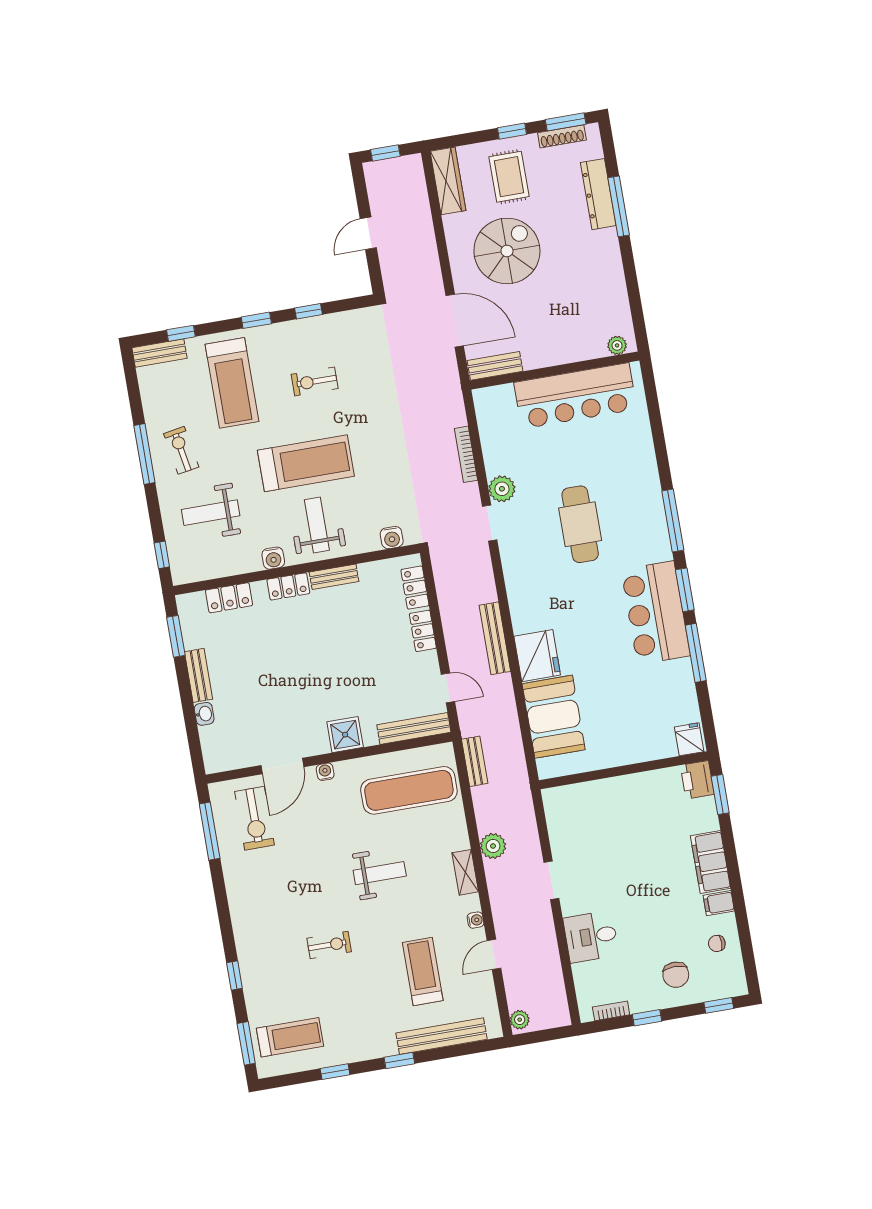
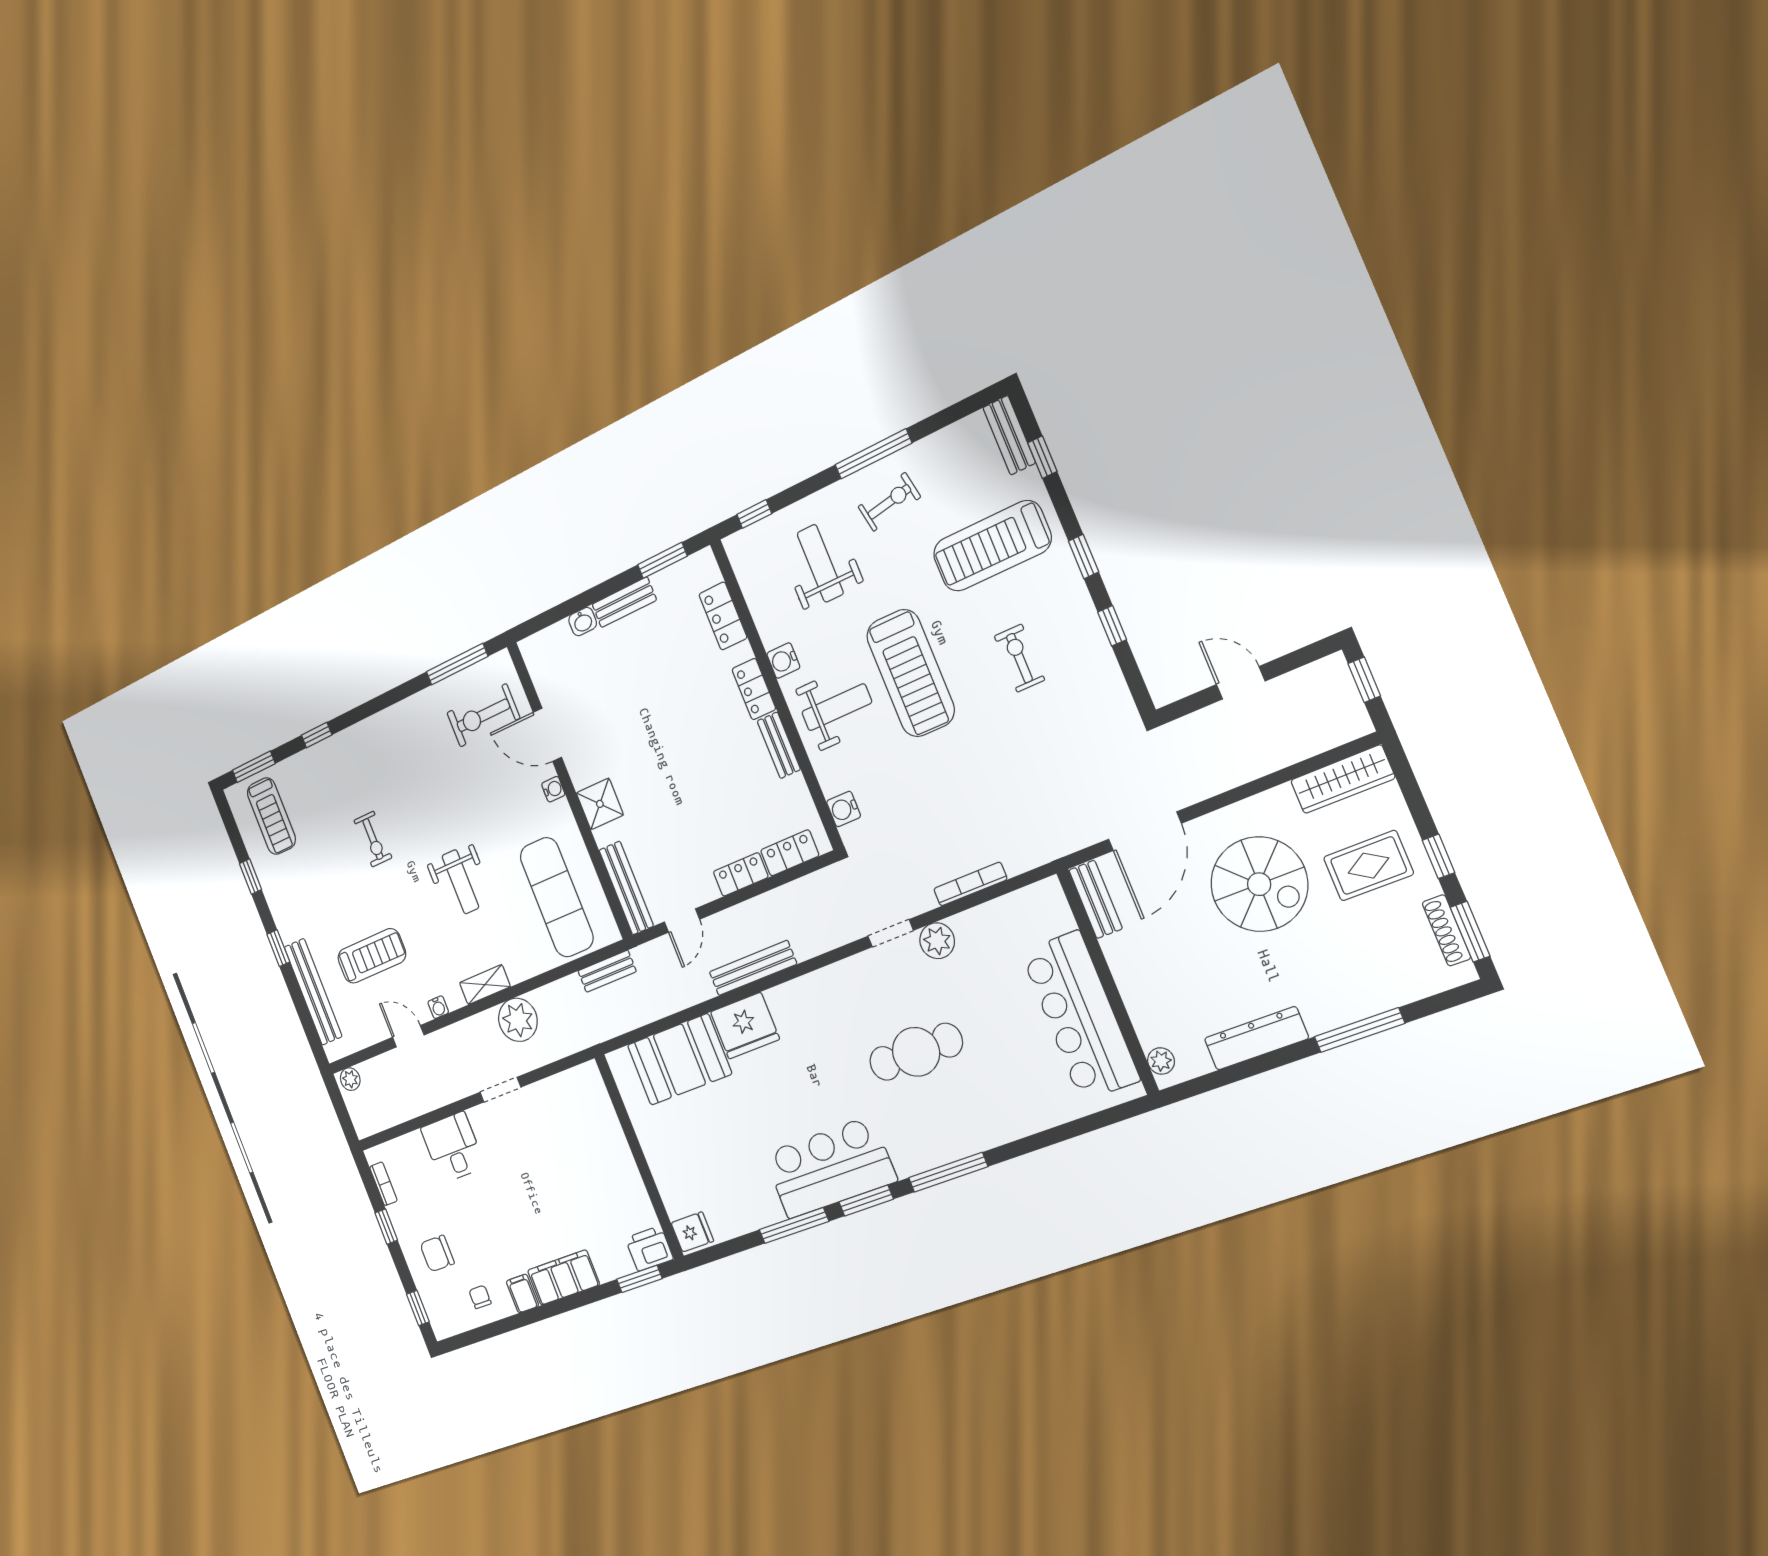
dresser: (598, 194) -> (1256, 1038), moved
plant: (493, 846) -> (518, 1020), width x1.36, depth x1.36

